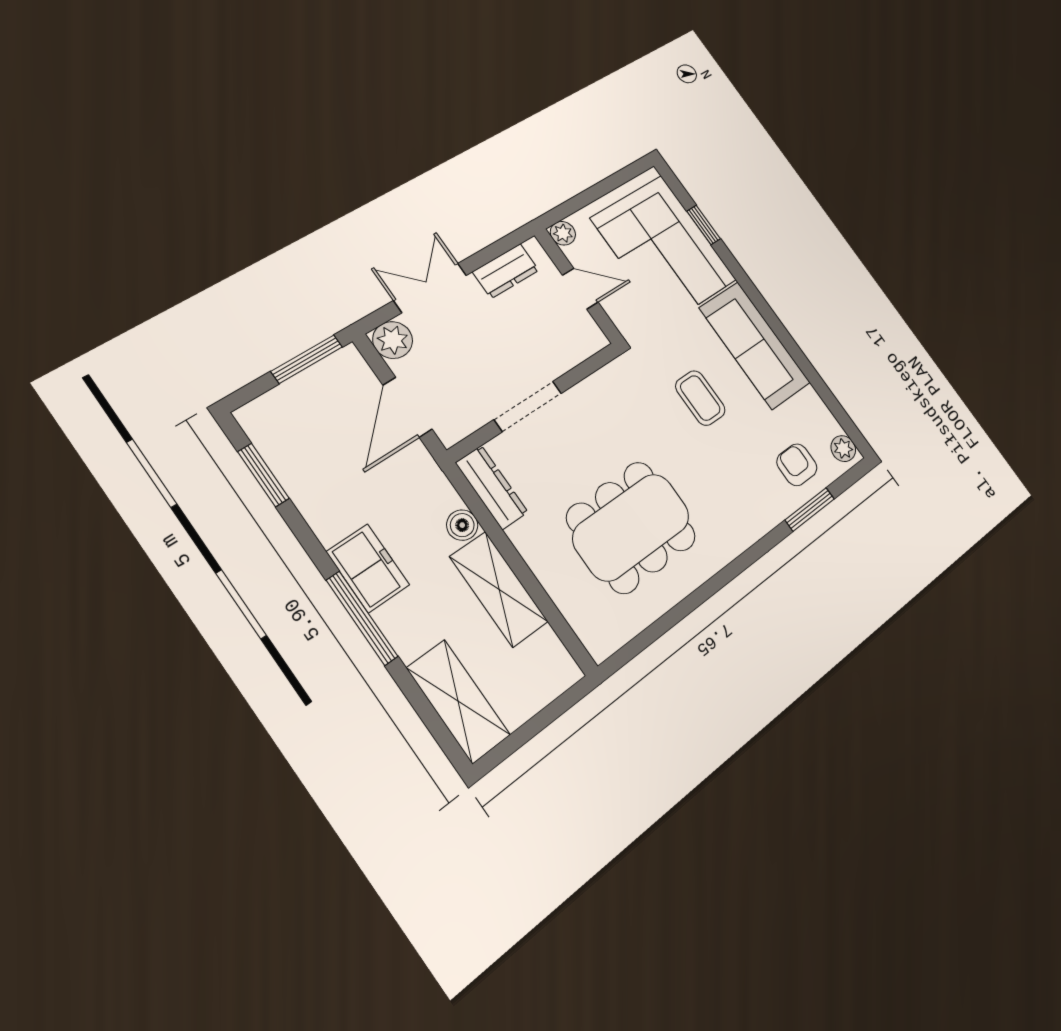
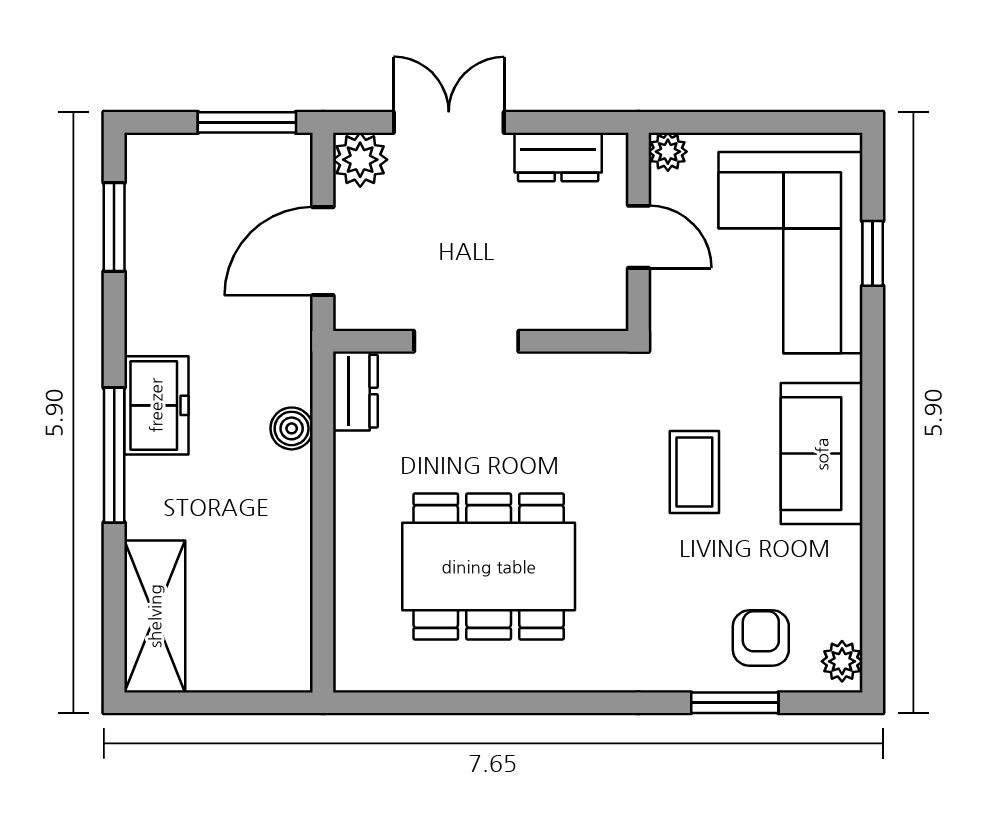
sofa: (755, 345) -> (822, 454), width x0.73
dresser: (492, 487) -> (355, 391), width x0.70
shelving: (499, 589) -> (283, 528), removed

